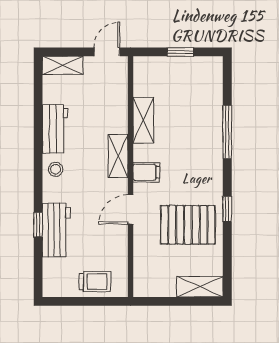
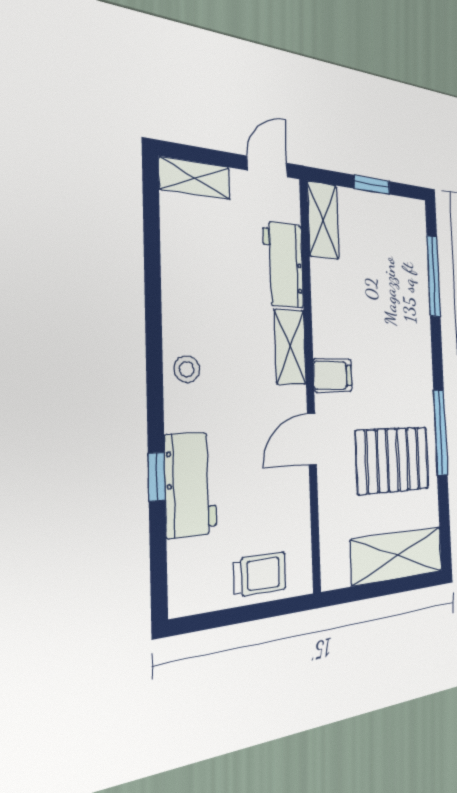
shelving: (143, 120) -> (323, 220), moved
workbench: (55, 129) -> (283, 265), moved, turned 180
window: (227, 132) -> (434, 276), moved
window: (227, 209) -> (440, 432), width x2.17
shelving: (200, 287) -> (397, 556), width x1.50, depth x1.33

